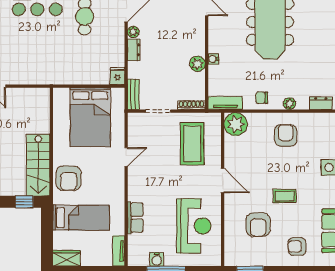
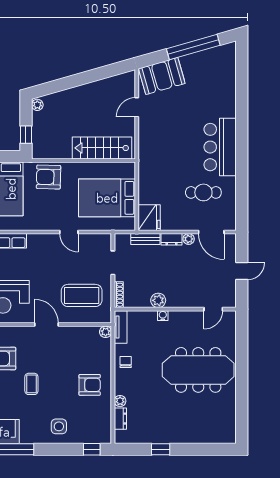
fridge: (117, 76) -> (149, 218), width x1.88, depth x1.34
bench: (133, 94) -> (145, 239), moved
plant: (289, 104) -> (120, 401), moved
plant: (236, 124) -> (106, 332), width x0.53, depth x0.53
stairs: (38, 165) -> (102, 148), moved
door: (223, 180) -> (46, 325), swing flipped

